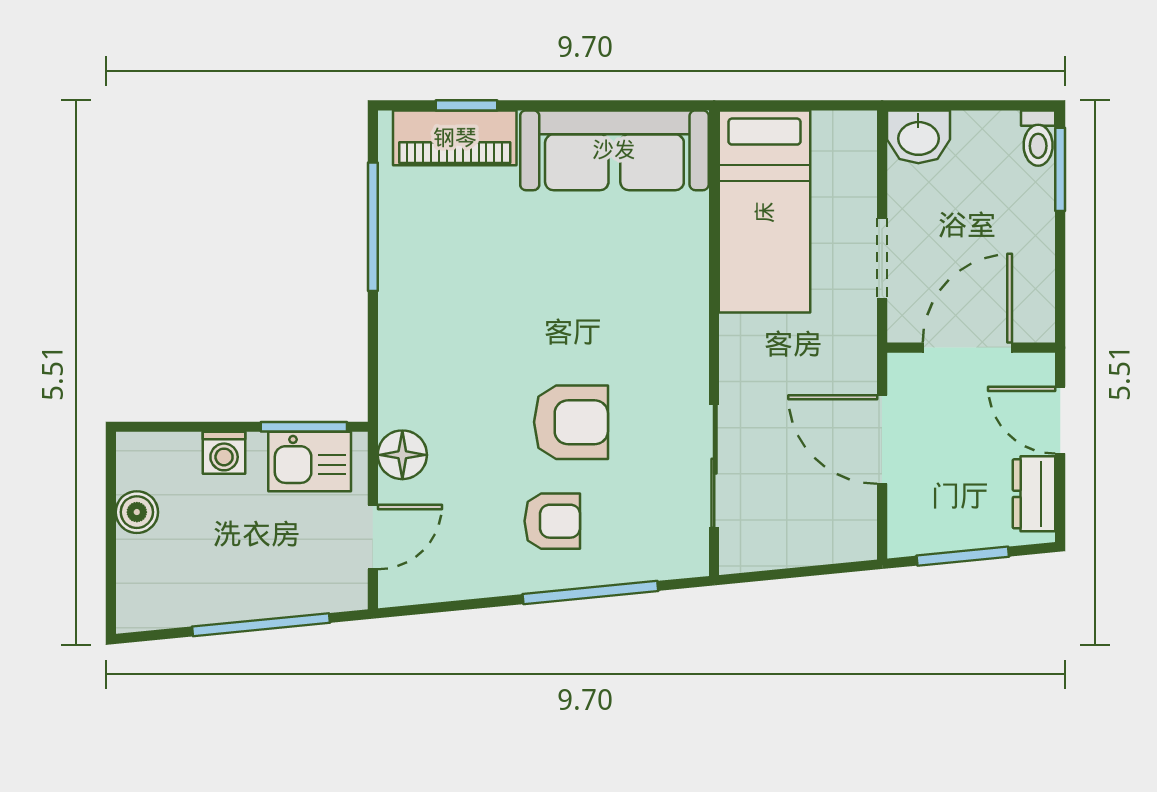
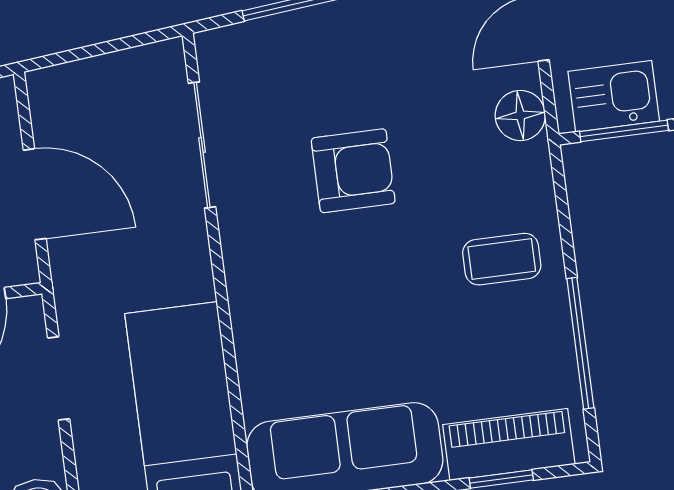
coffee table: (438, 318) -> (502, 259), added
armchair: (571, 422) -> (353, 171), turned 180
armchair: (552, 521) -> (359, 68), removed

